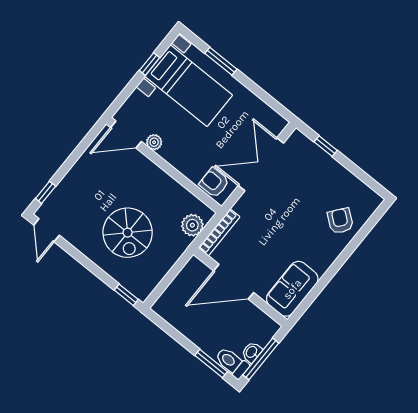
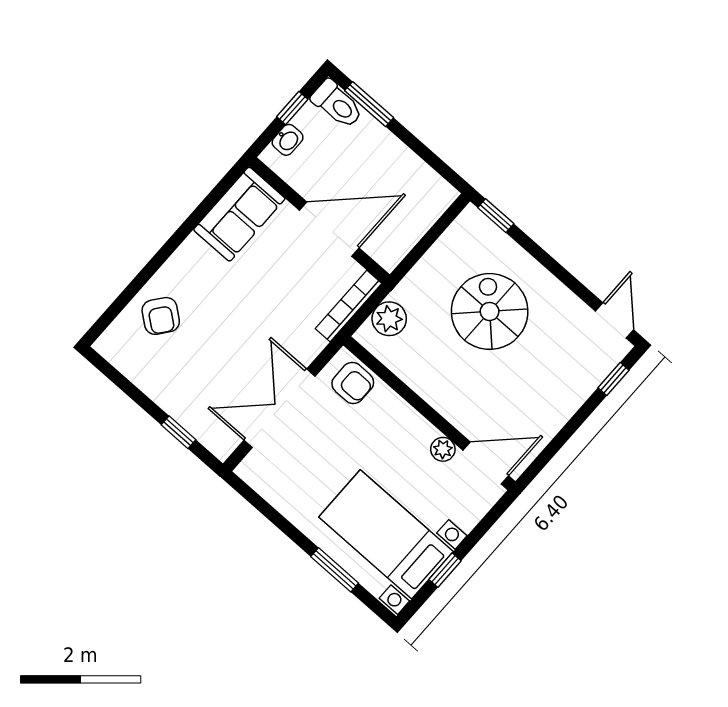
double door: (261, 164) -> (280, 408), swing flipped
washbasin: (252, 352) -> (288, 140), moved
window: (261, 359) -> (292, 108), width x0.46

